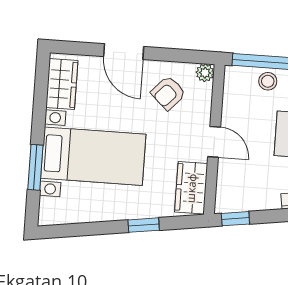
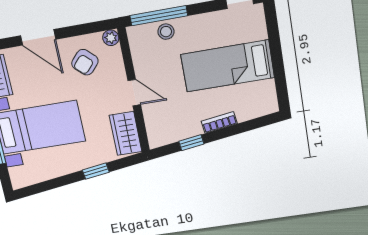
window: (235, 219) -> (191, 143), moved

